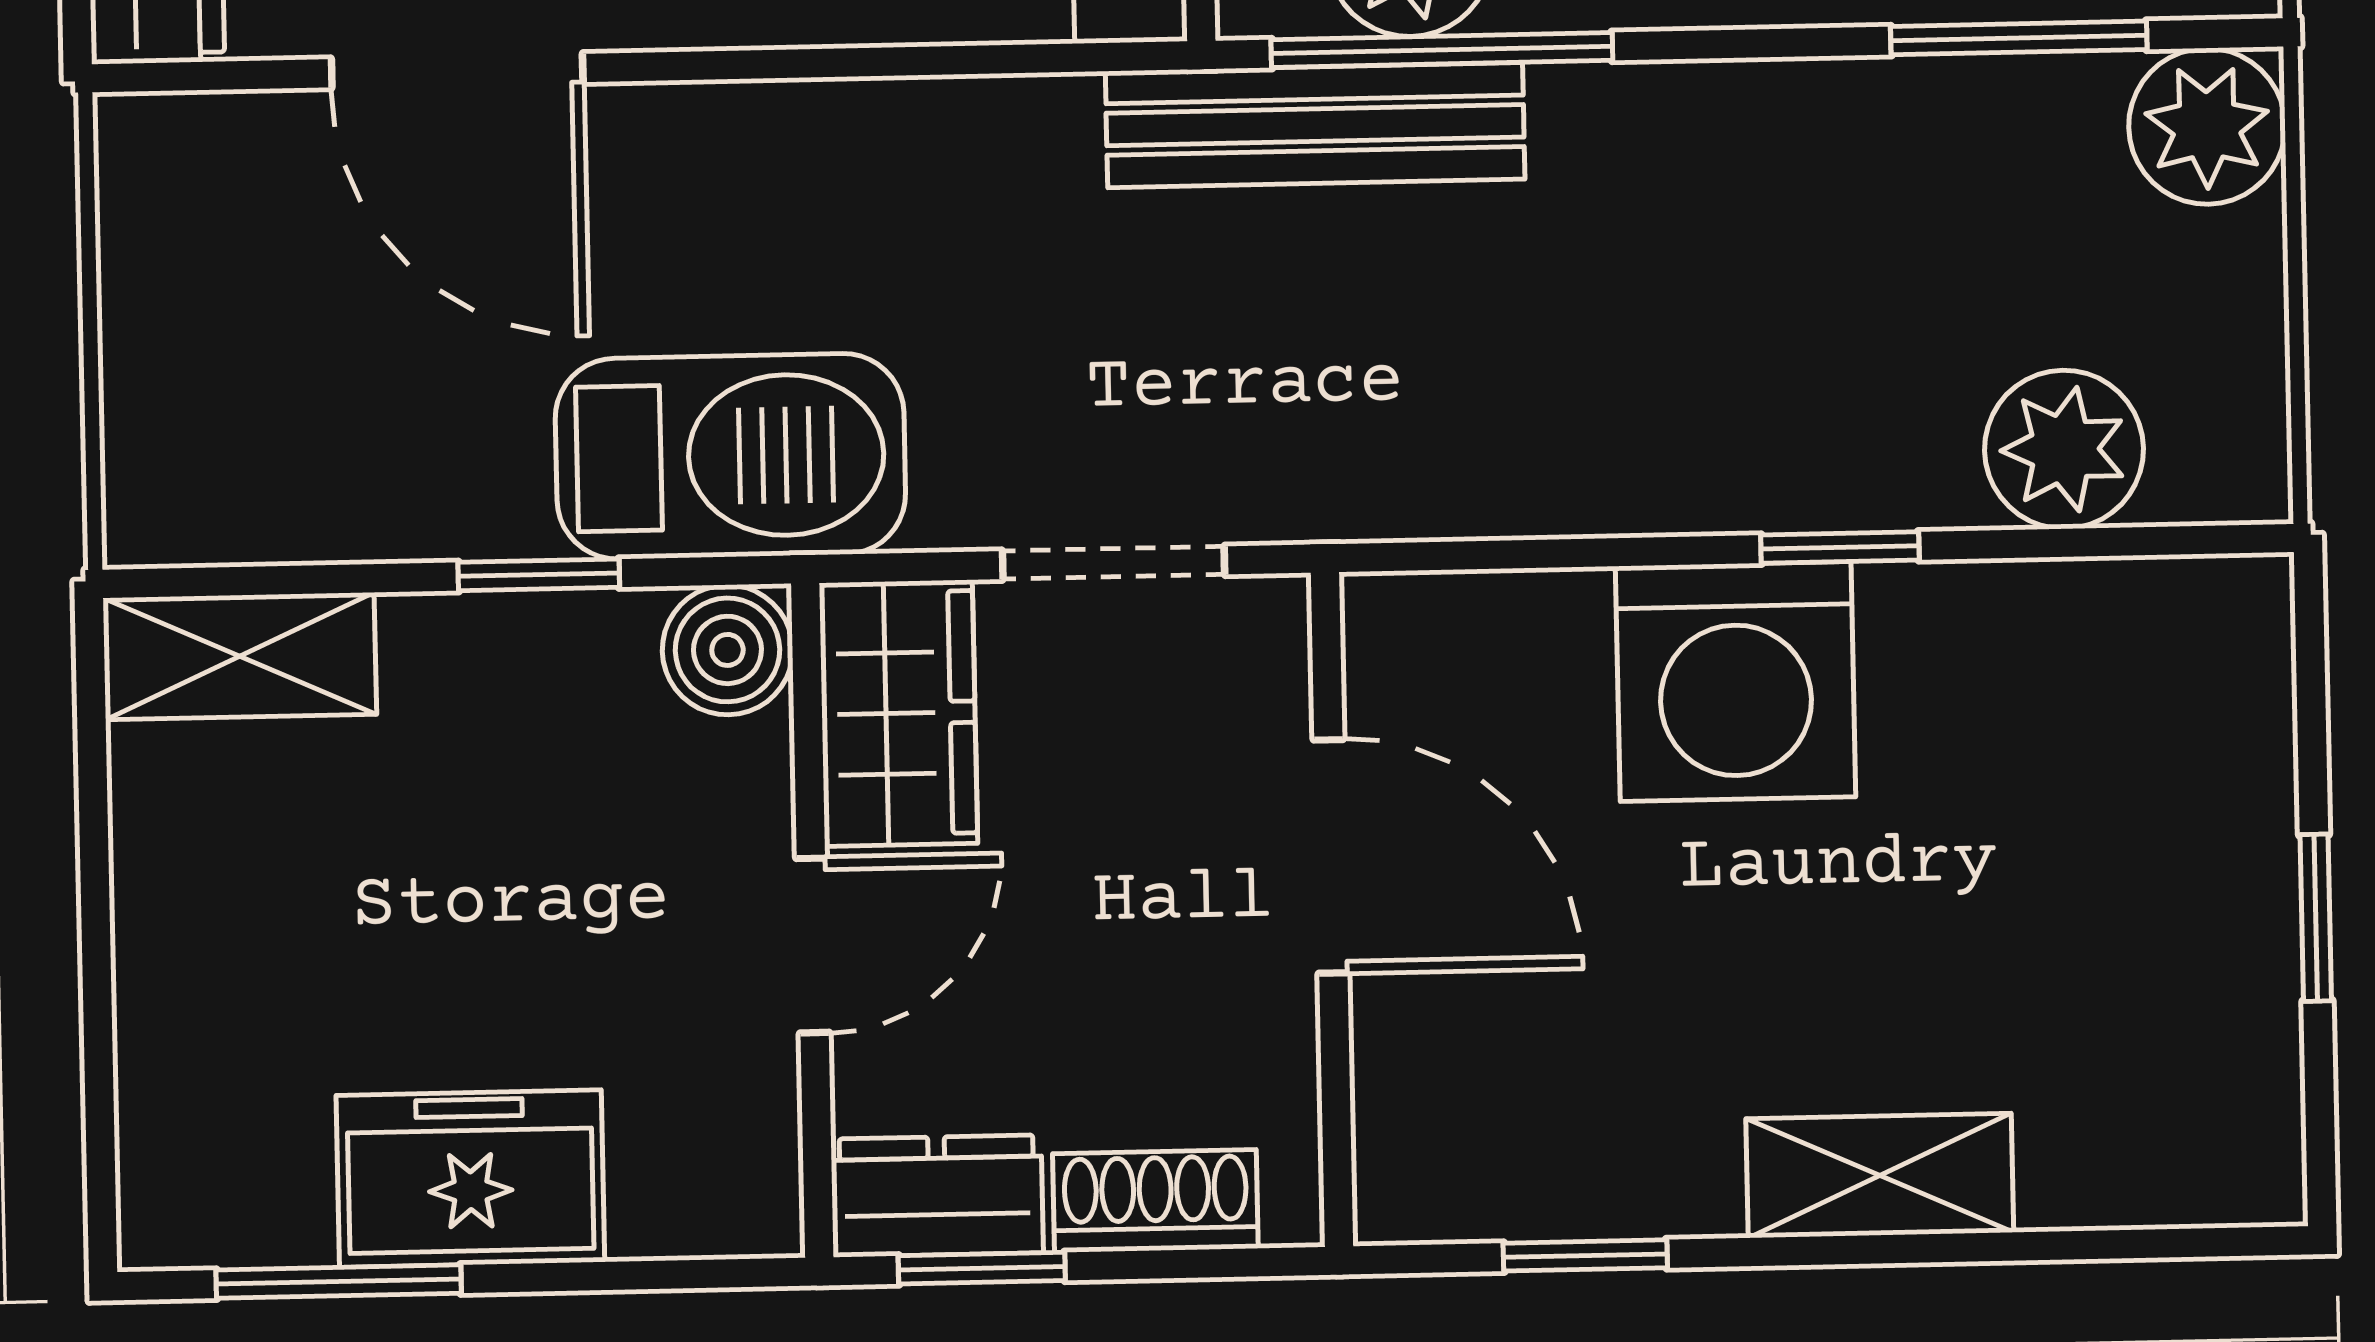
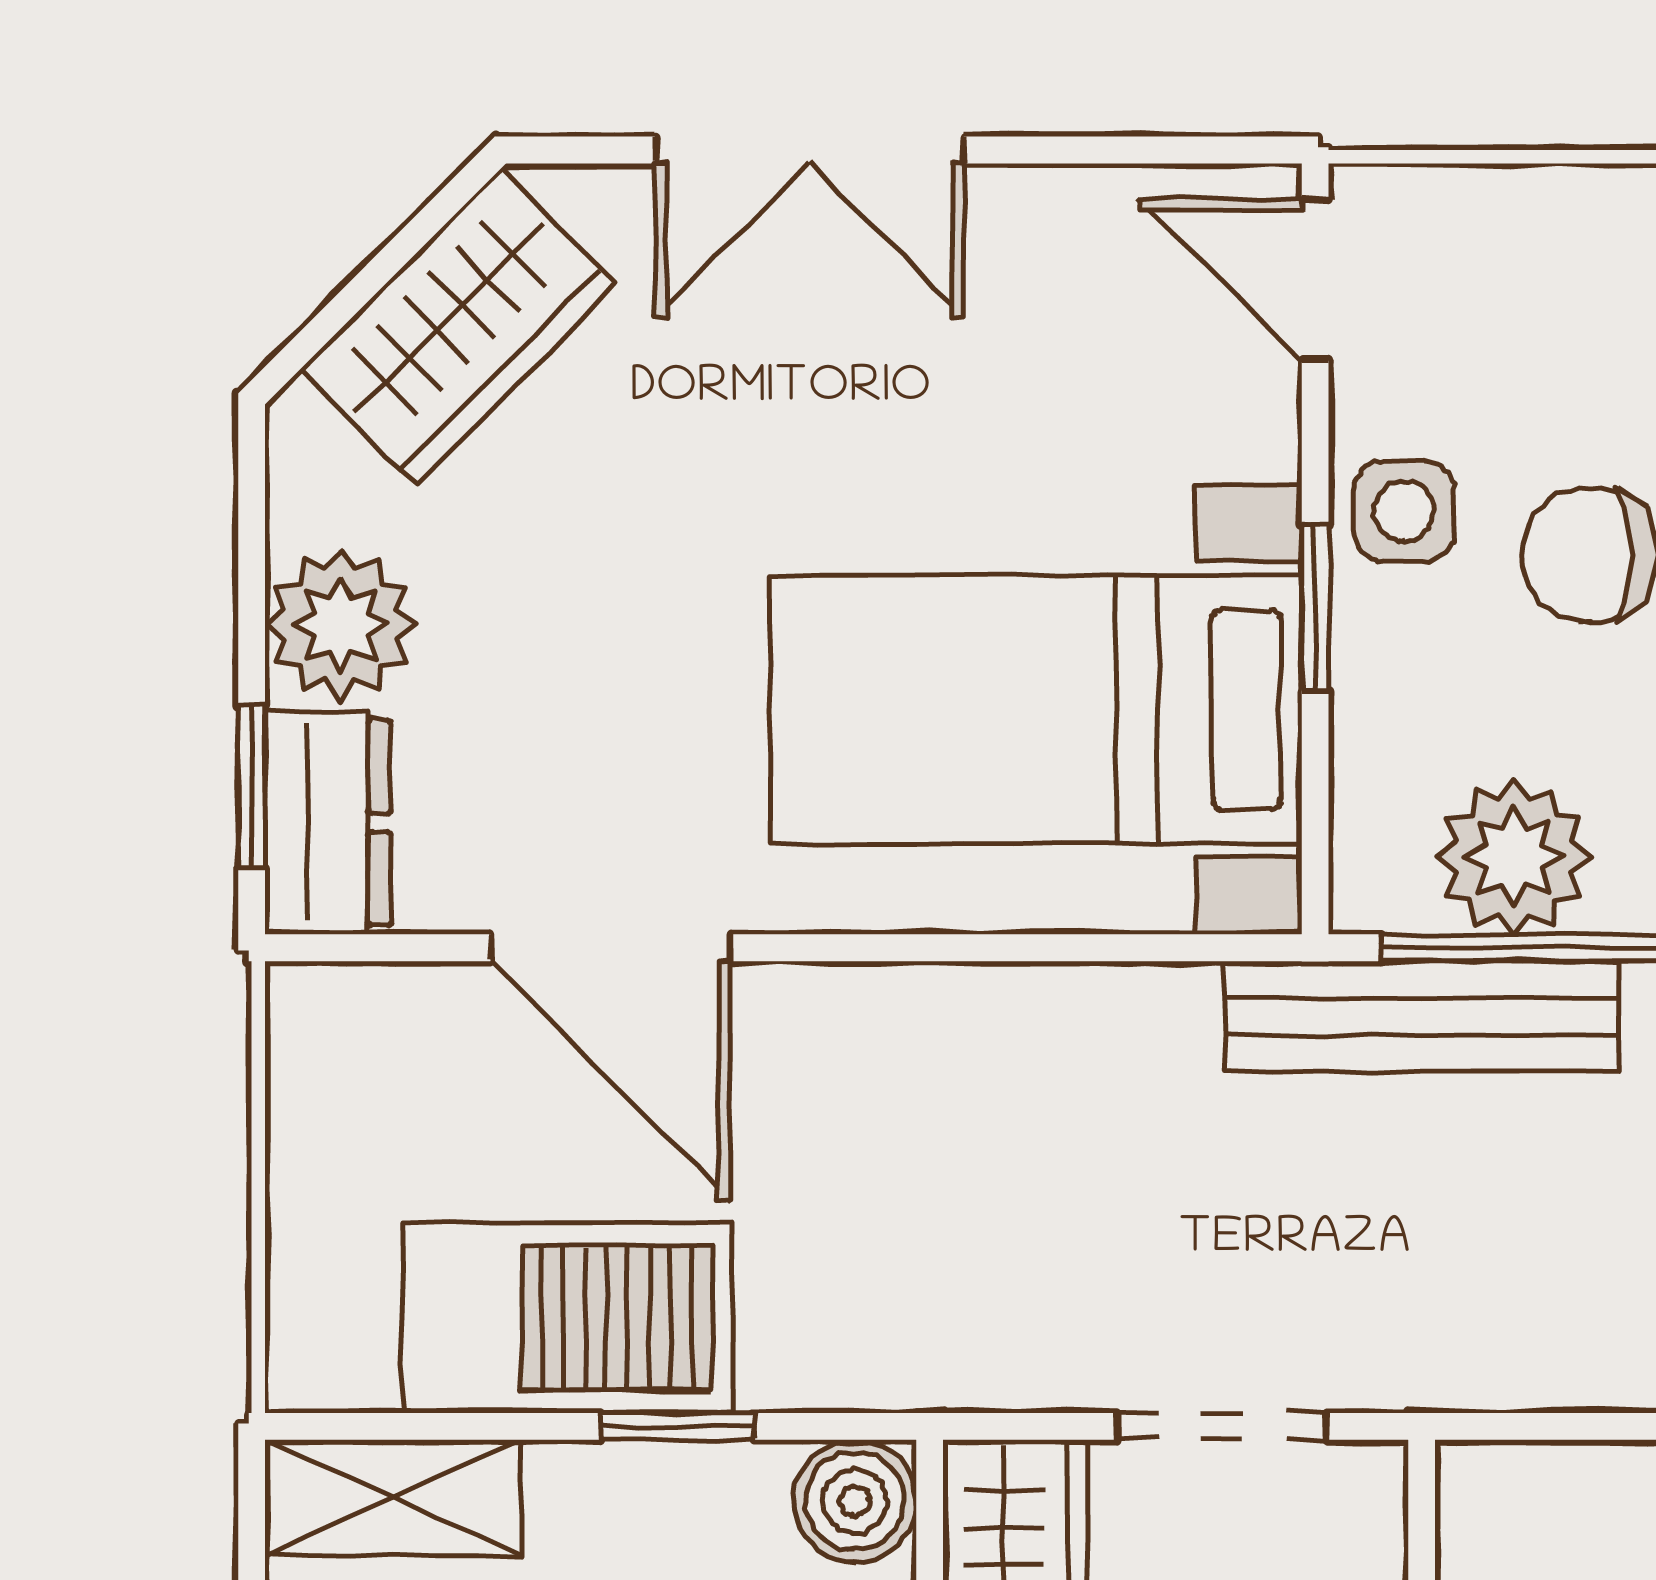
barbecue: (730, 456) -> (567, 1318), moved

